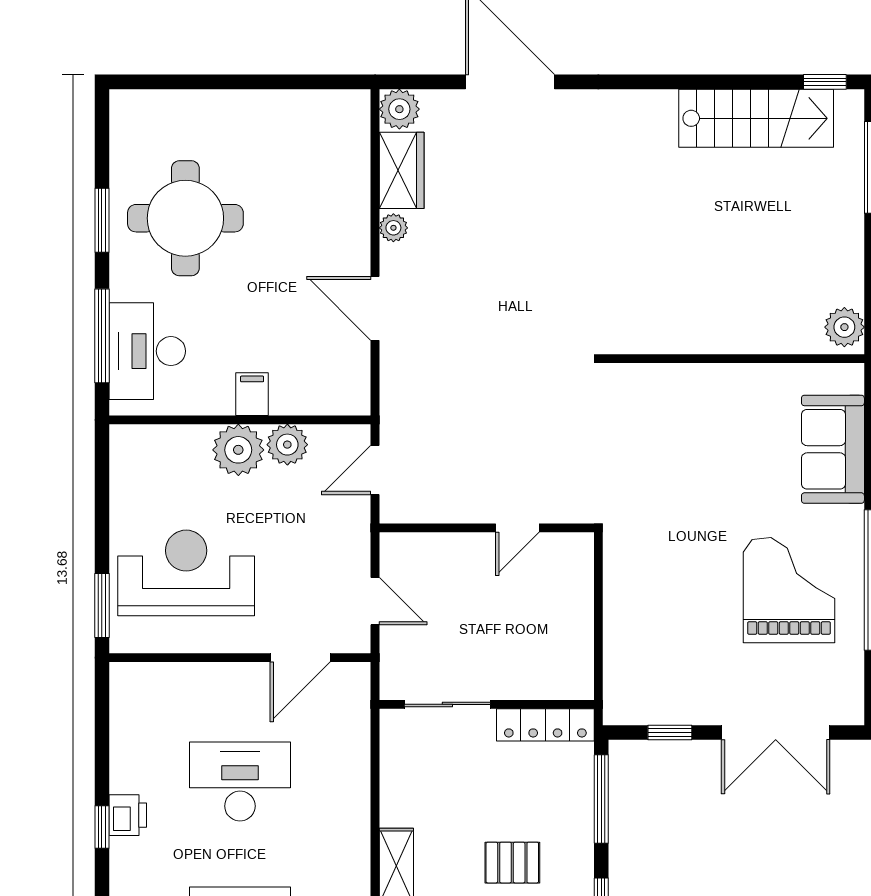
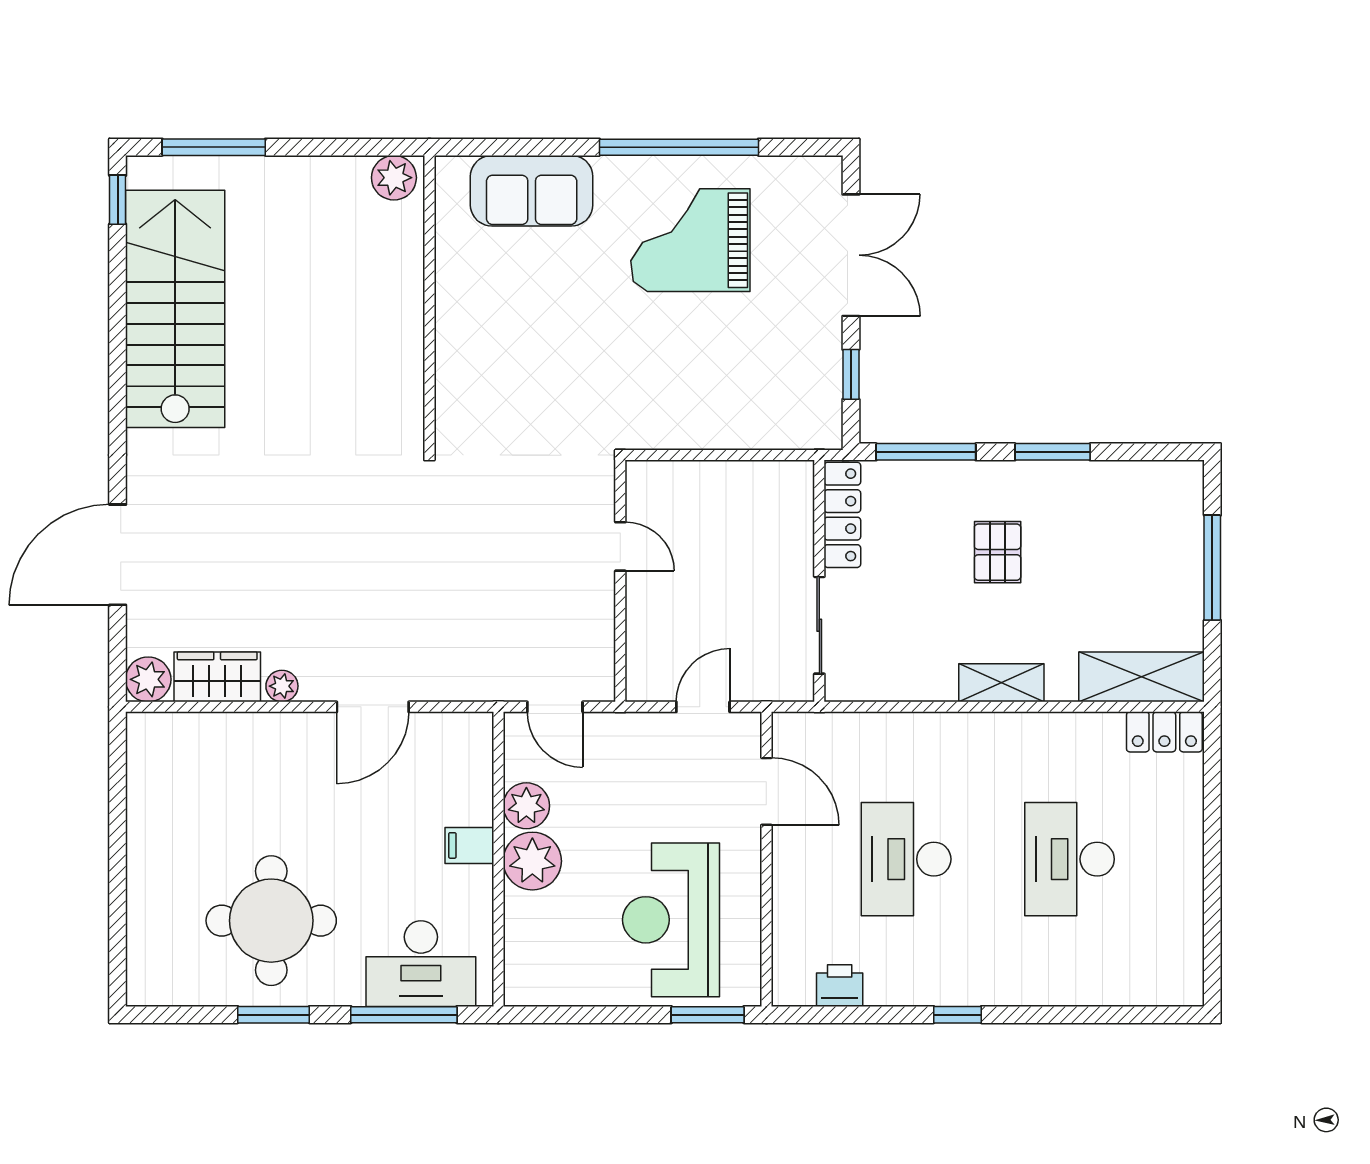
stairs: (756, 118) -> (175, 309), width x1.36, depth x1.51
printer: (128, 815) -> (840, 986), moved

